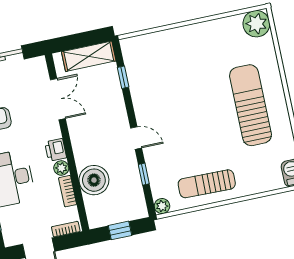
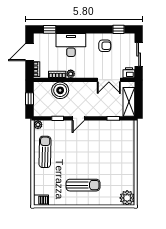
sun lounger: (251, 105) -> (83, 185), width x0.73, depth x0.75
printer: (56, 150) -> (129, 73), moved

